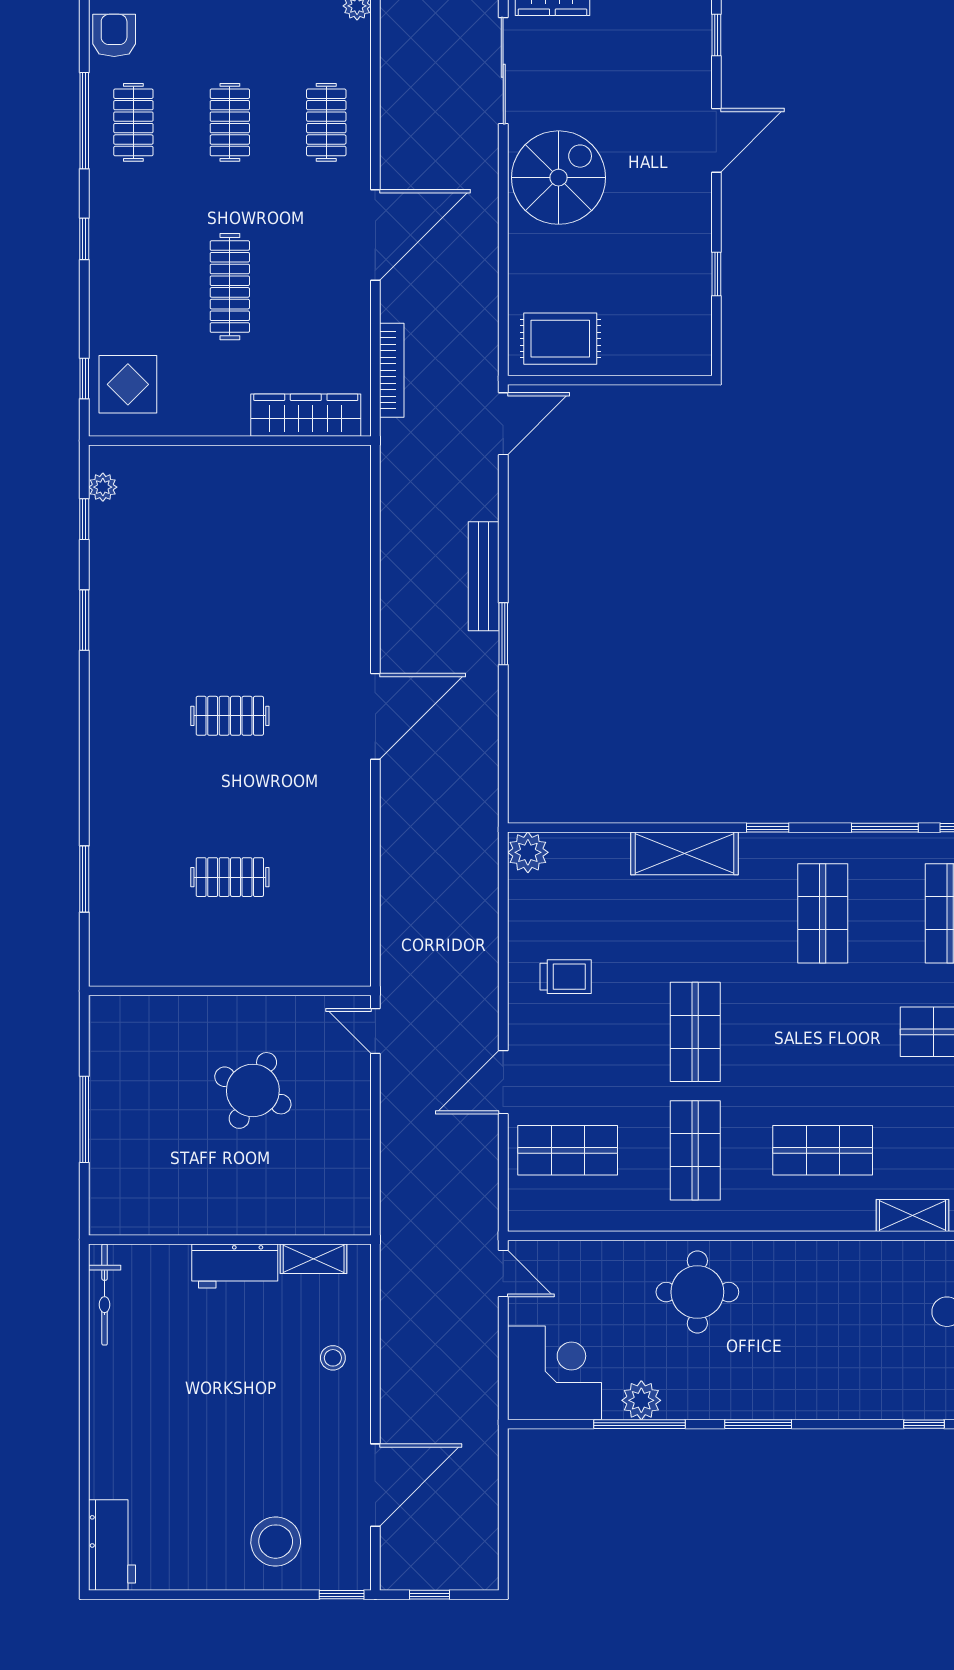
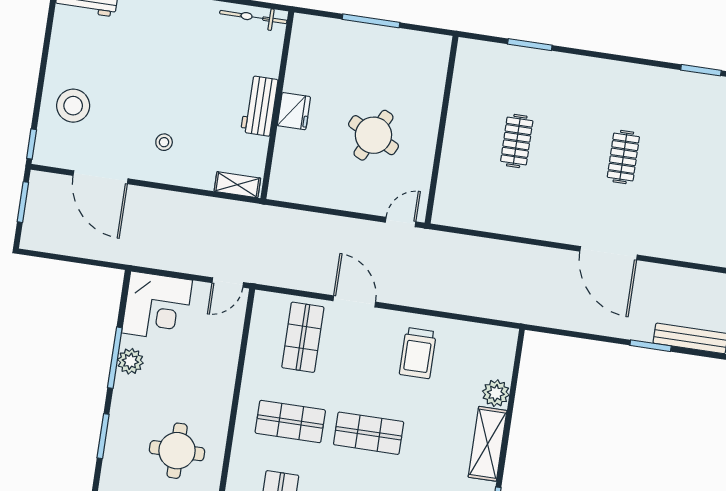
plant: (528, 852) -> (496, 393), moved
trolley: (566, 977) -> (418, 353), width x1.36, depth x1.39
fridge: (235, 1214) -> (294, 111), added
shelving: (314, 1259) -> (237, 185), moved, turned 90
round table: (697, 1292) -> (177, 451), moved
stool: (333, 1358) -> (164, 142), moved
window: (430, 1595) -> (23, 202), width x1.50

